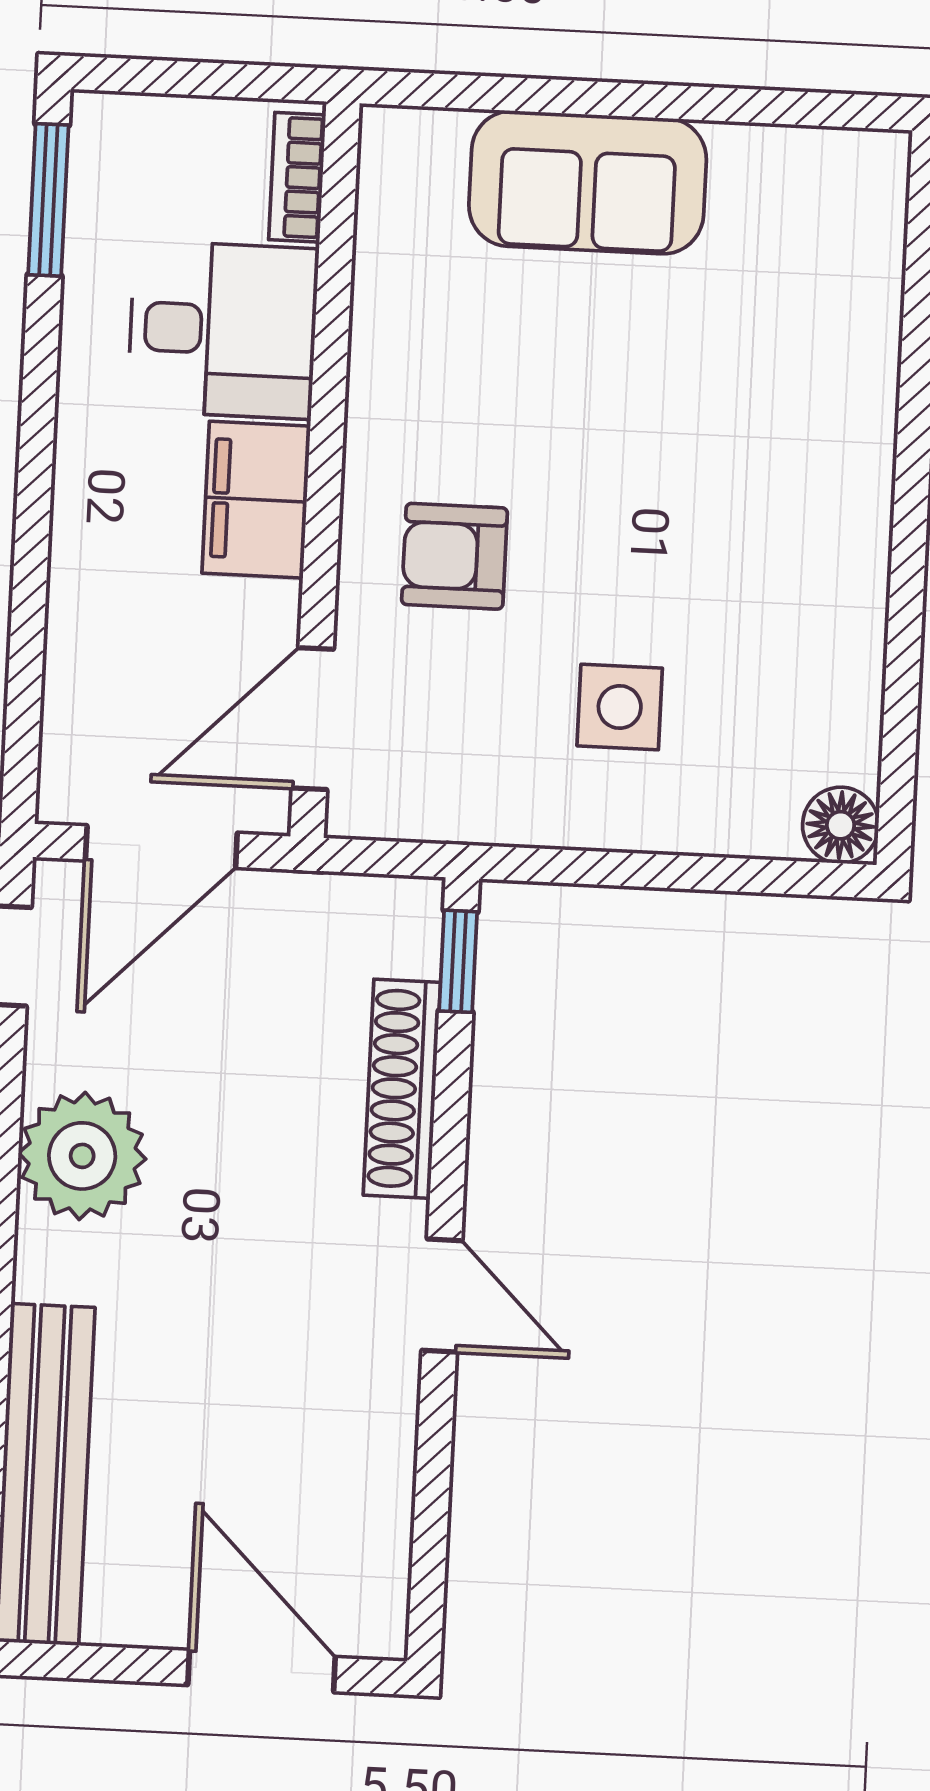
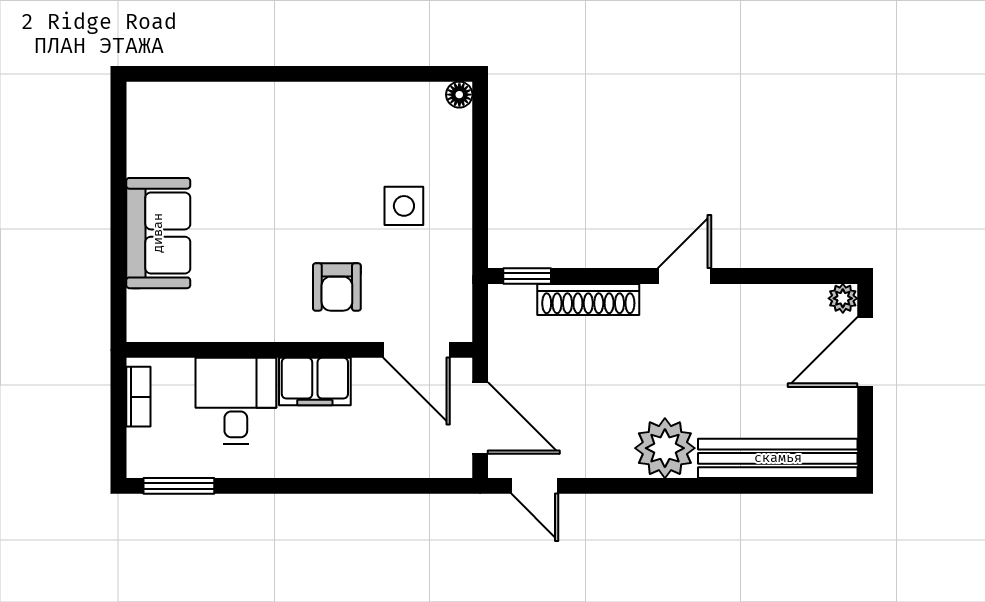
bookcase: (297, 177) -> (138, 397), moved, turned -90
floor lamp: (841, 825) -> (459, 95), width x0.73, depth x0.73
plant: (82, 1156) -> (665, 448), moved
plant: (378, 1629) -> (843, 298), added

